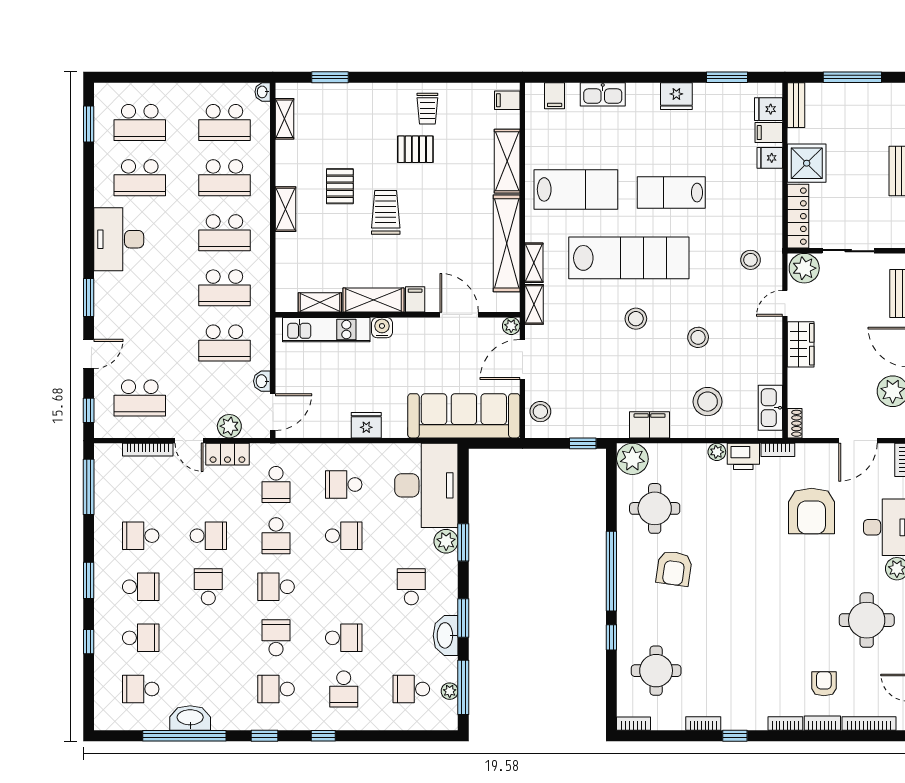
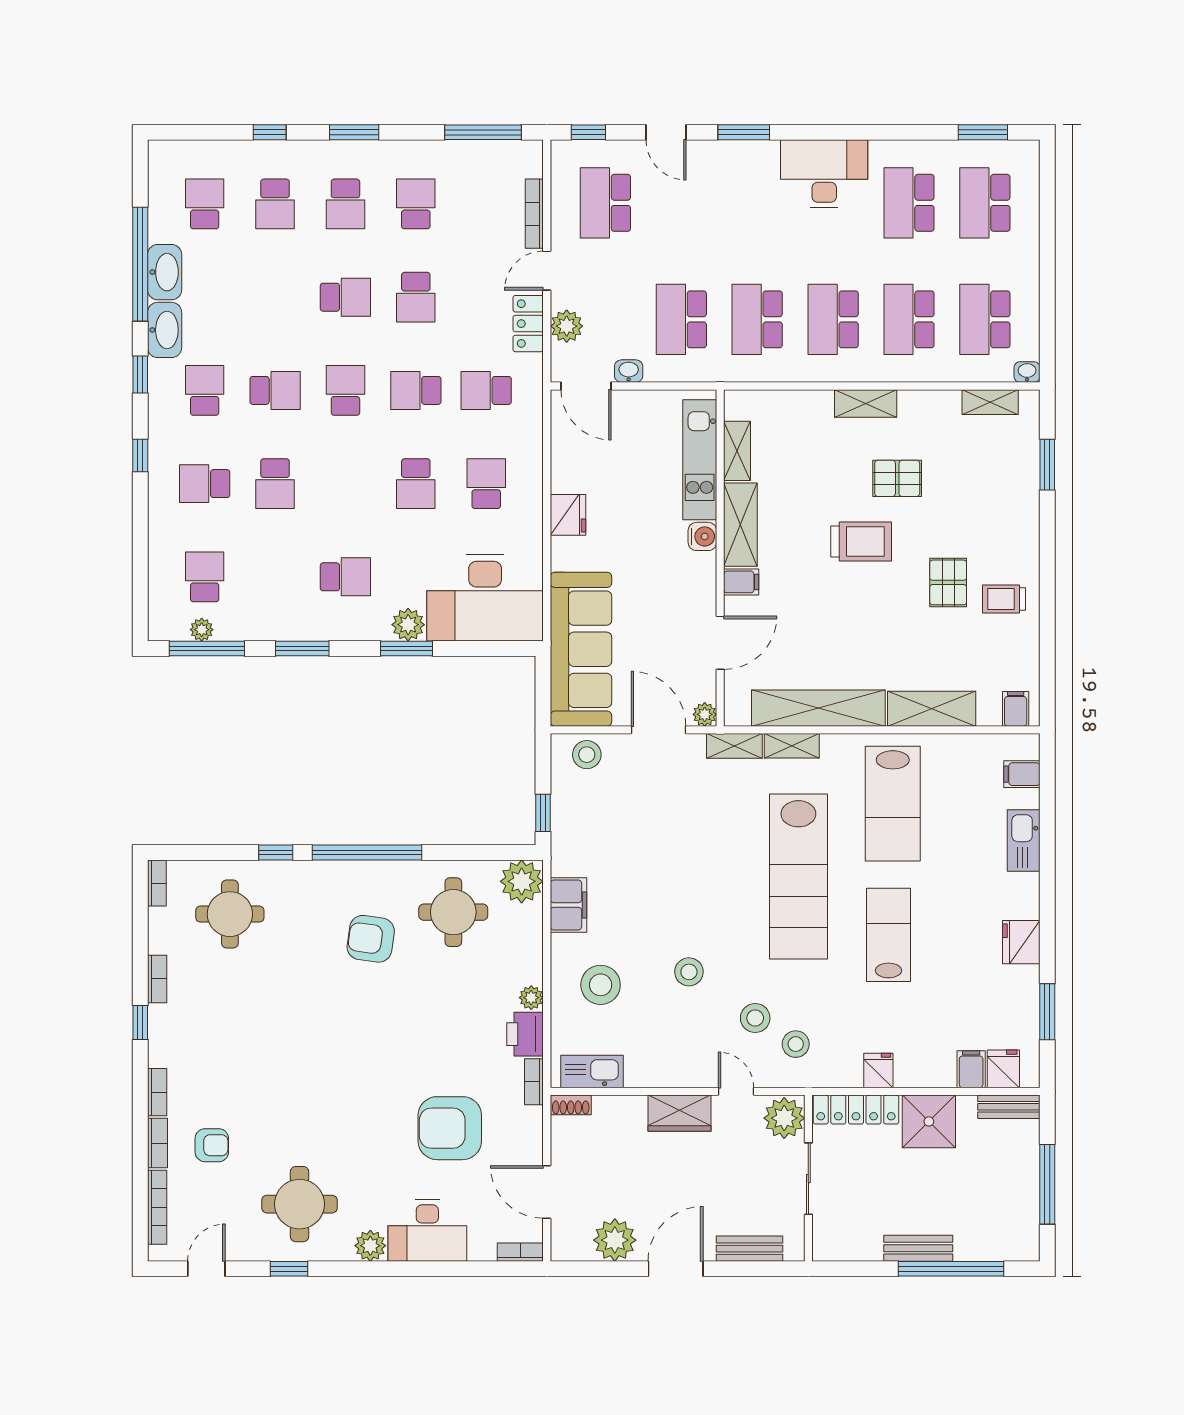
fridge: (770, 158) -> (878, 1071), moved
stool: (636, 319) -> (755, 1018), moved
washbasin: (446, 635) -> (165, 330), moved, turned 90

